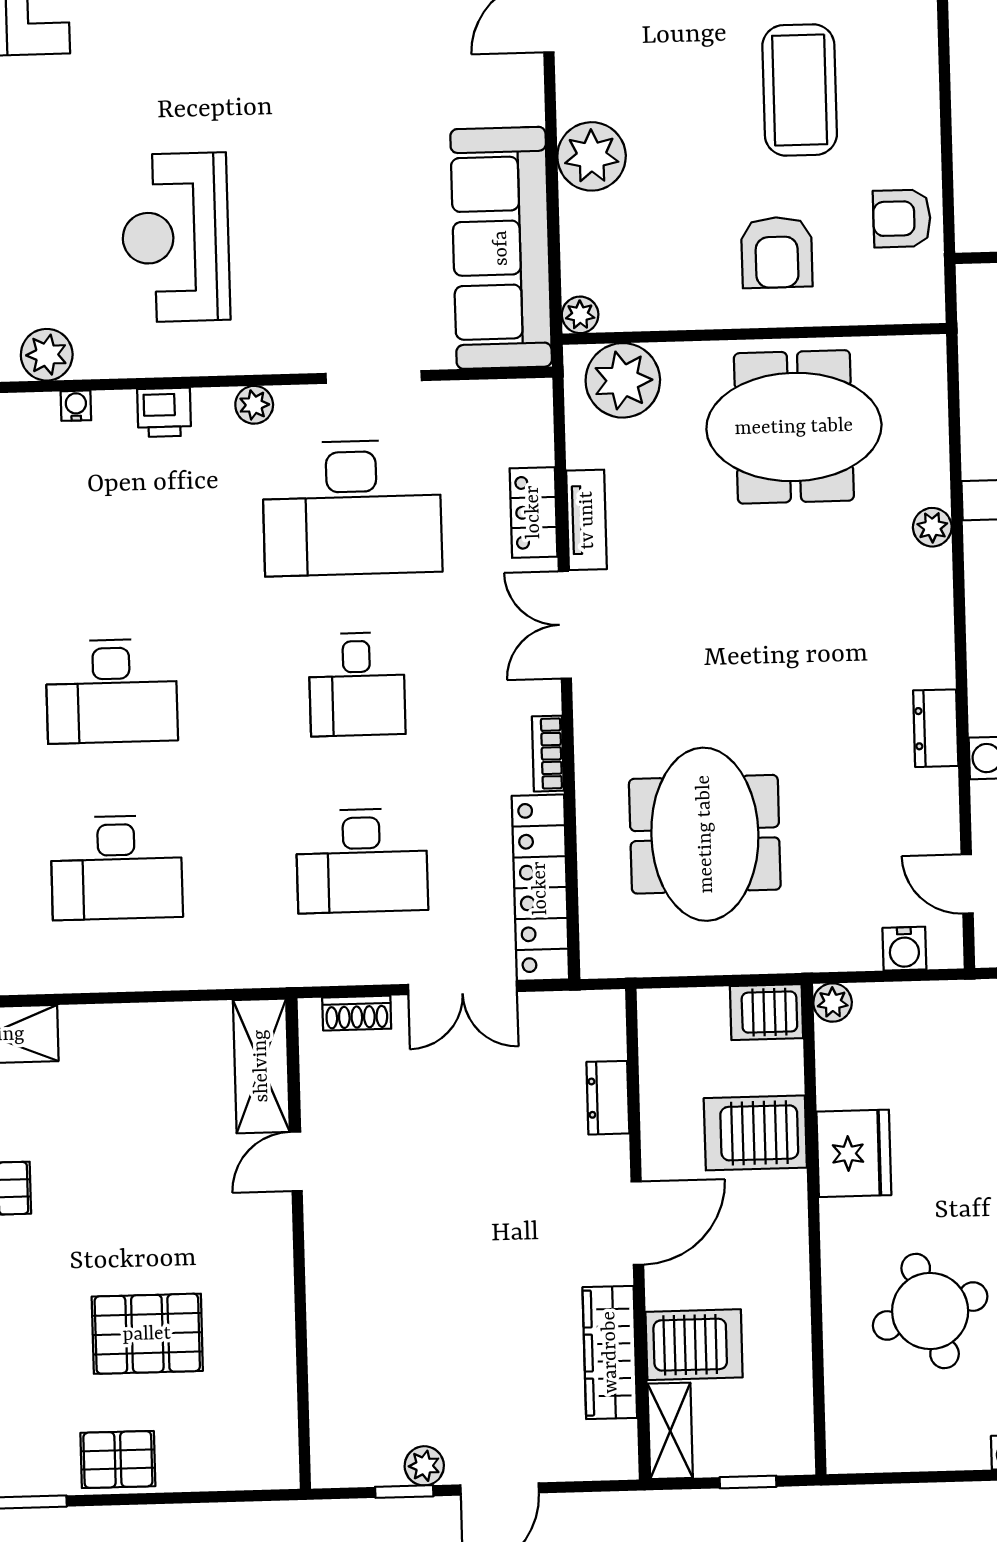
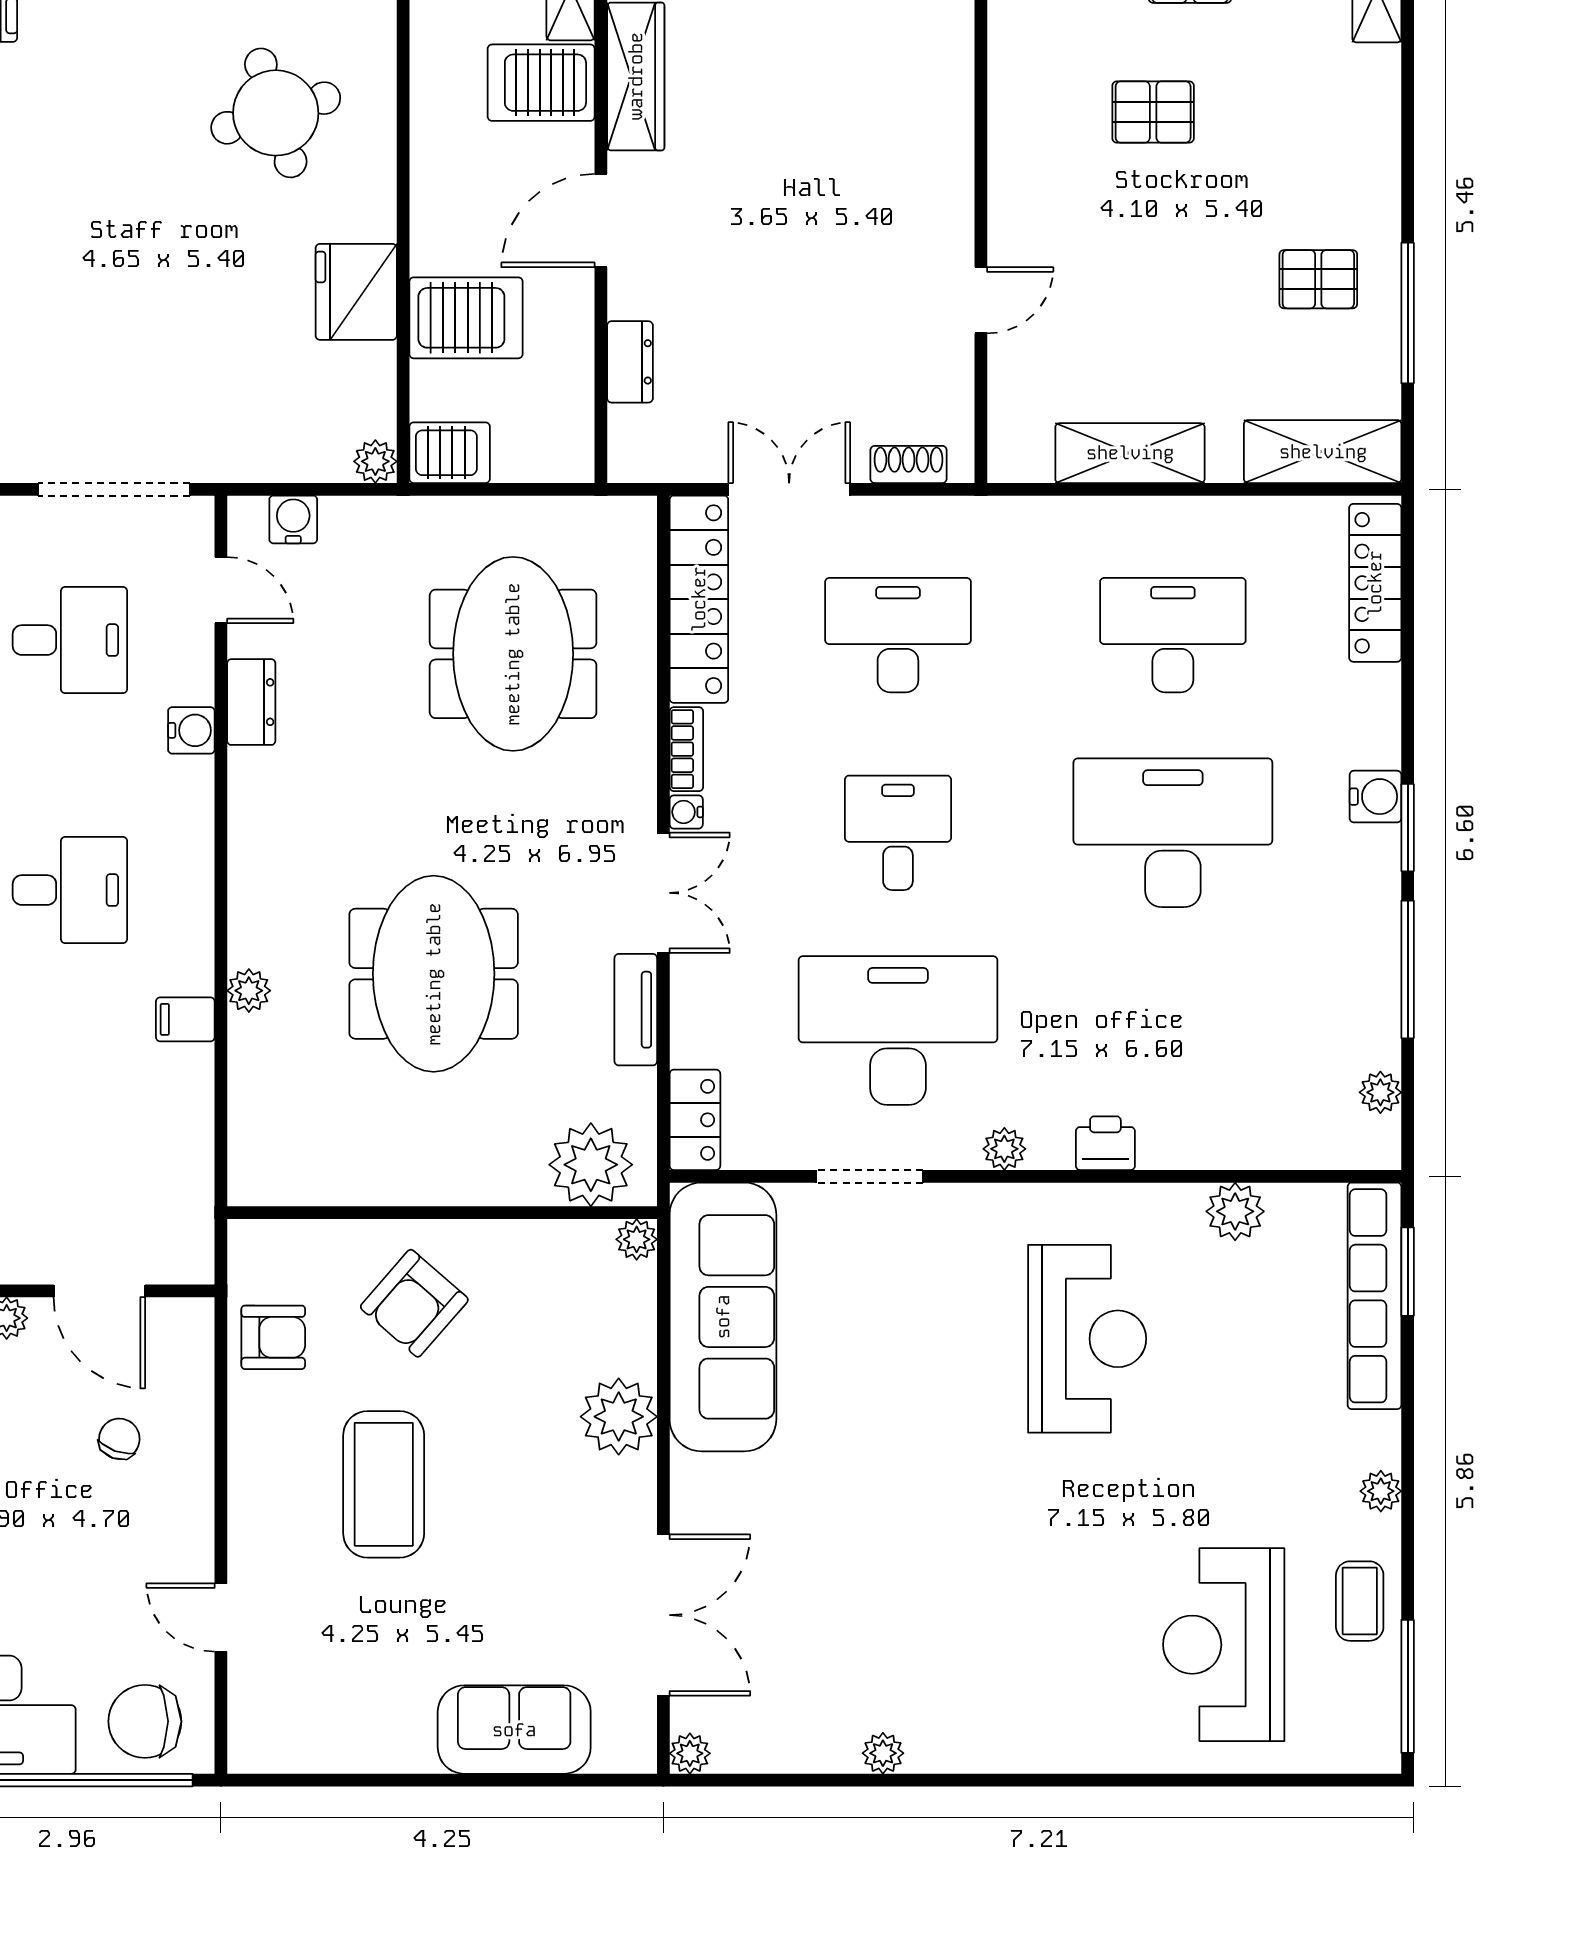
armchair: (777, 252) -> (414, 1303), turned -139
water cooler: (76, 406) -> (686, 812), moved, turned 90
meeting table: (794, 427) -> (434, 974), moved, turned 90
locker: (533, 512) -> (695, 1120), moved
desk: (112, 691) -> (1173, 833), width x1.36, depth x1.30
dresser: (936, 728) -> (251, 702), moved
shelving: (261, 1066) -> (1130, 453), moved, turned 90
pallet: (147, 1334) -> (1153, 112), width x0.67, depth x0.71

